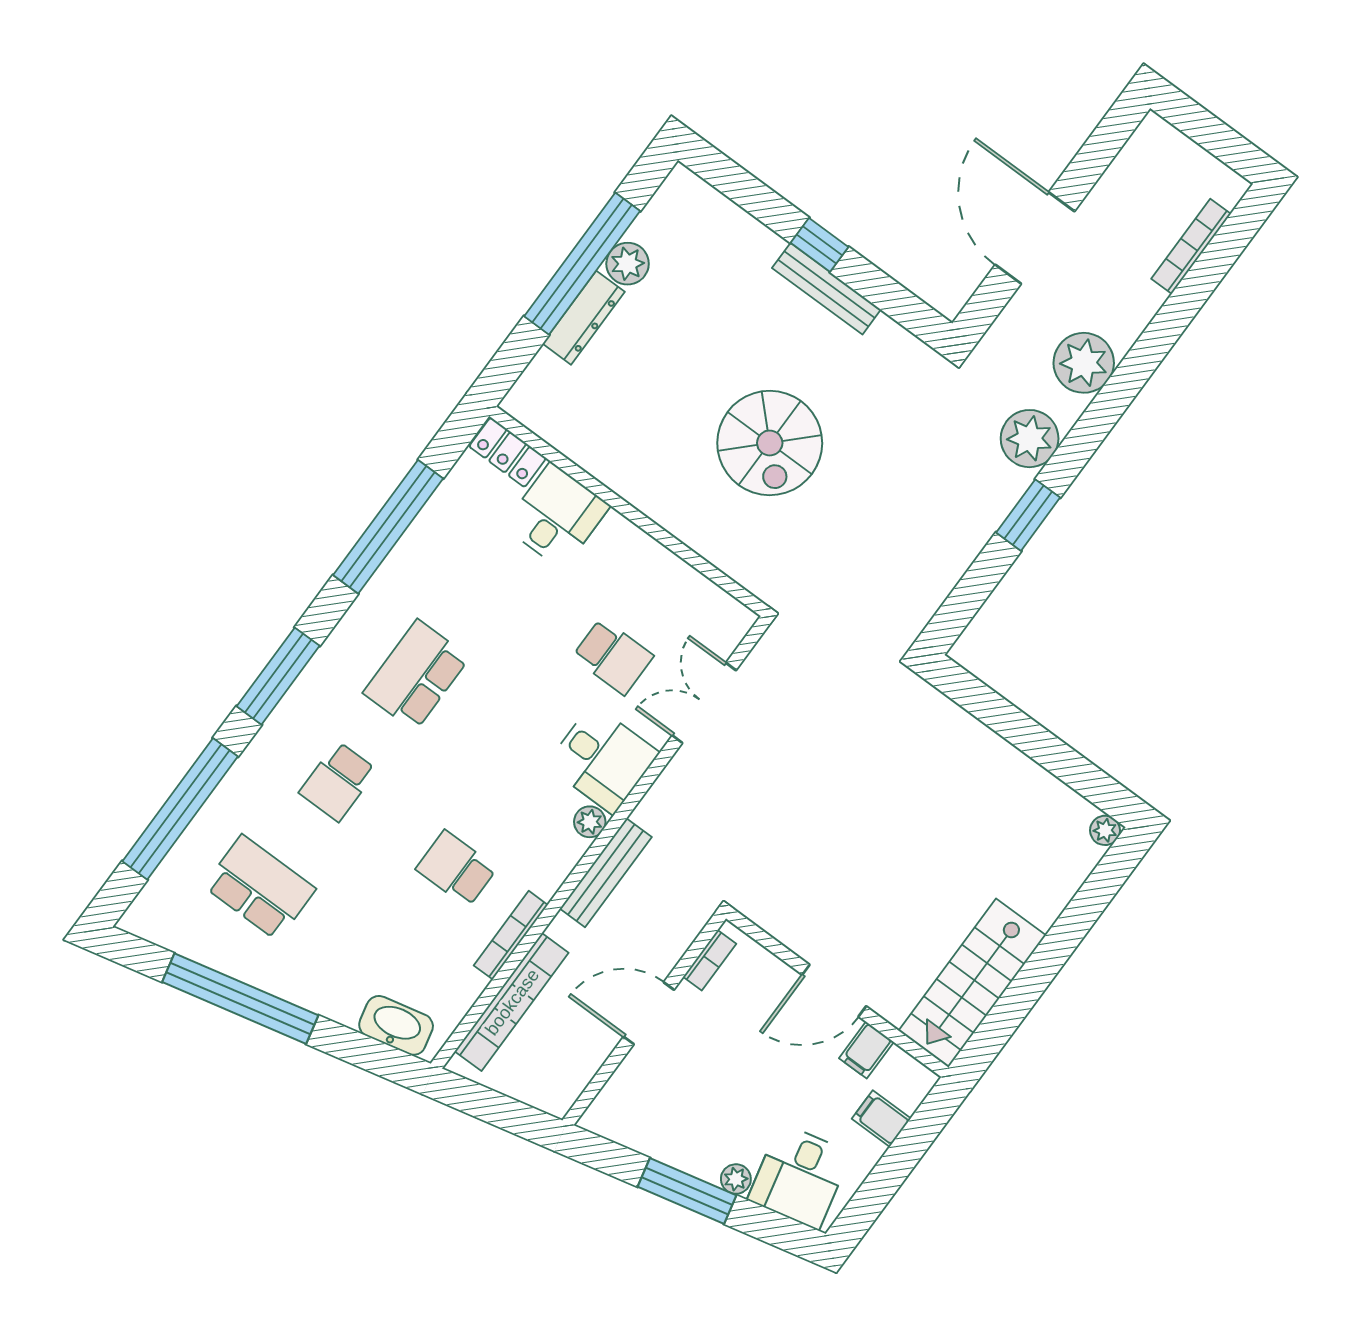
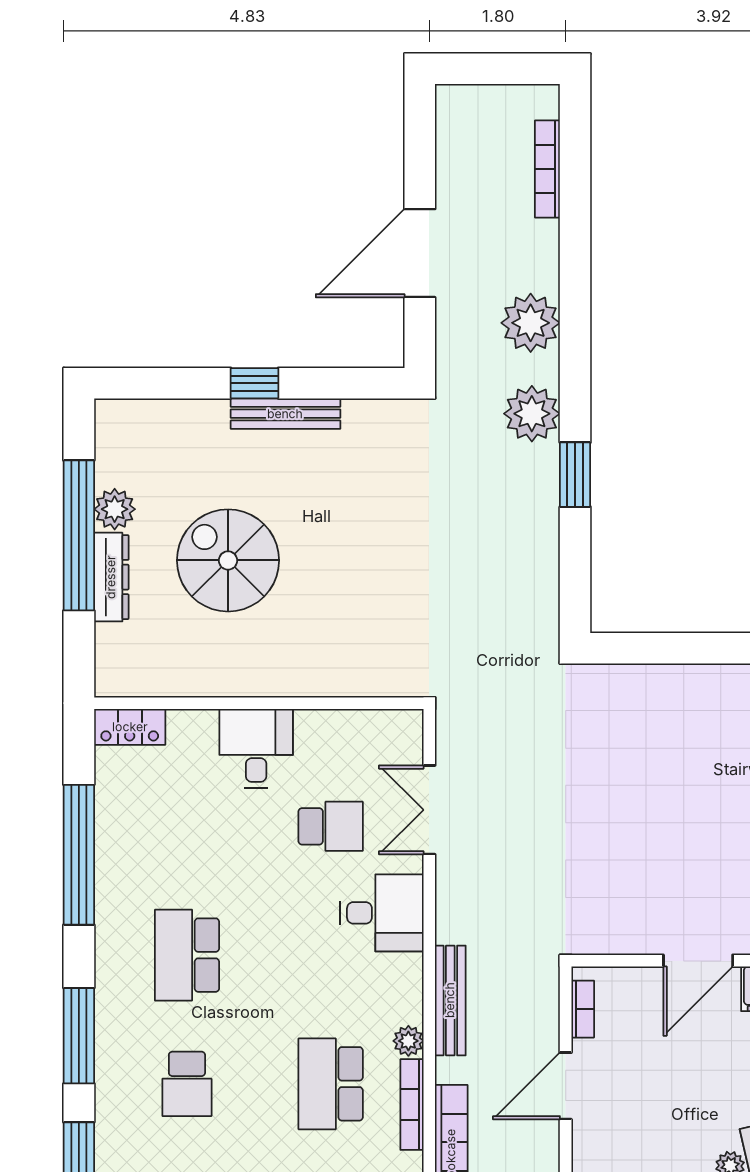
door: (1035, 238) -> (420, 253), hinge flipped
spiral stairs: (770, 443) -> (228, 560), moved, turned 180
desk: (557, 516) -> (256, 749), moved
plant: (590, 822) -> (408, 1041), moved
school desk: (456, 869) -> (331, 1084), width x1.85

